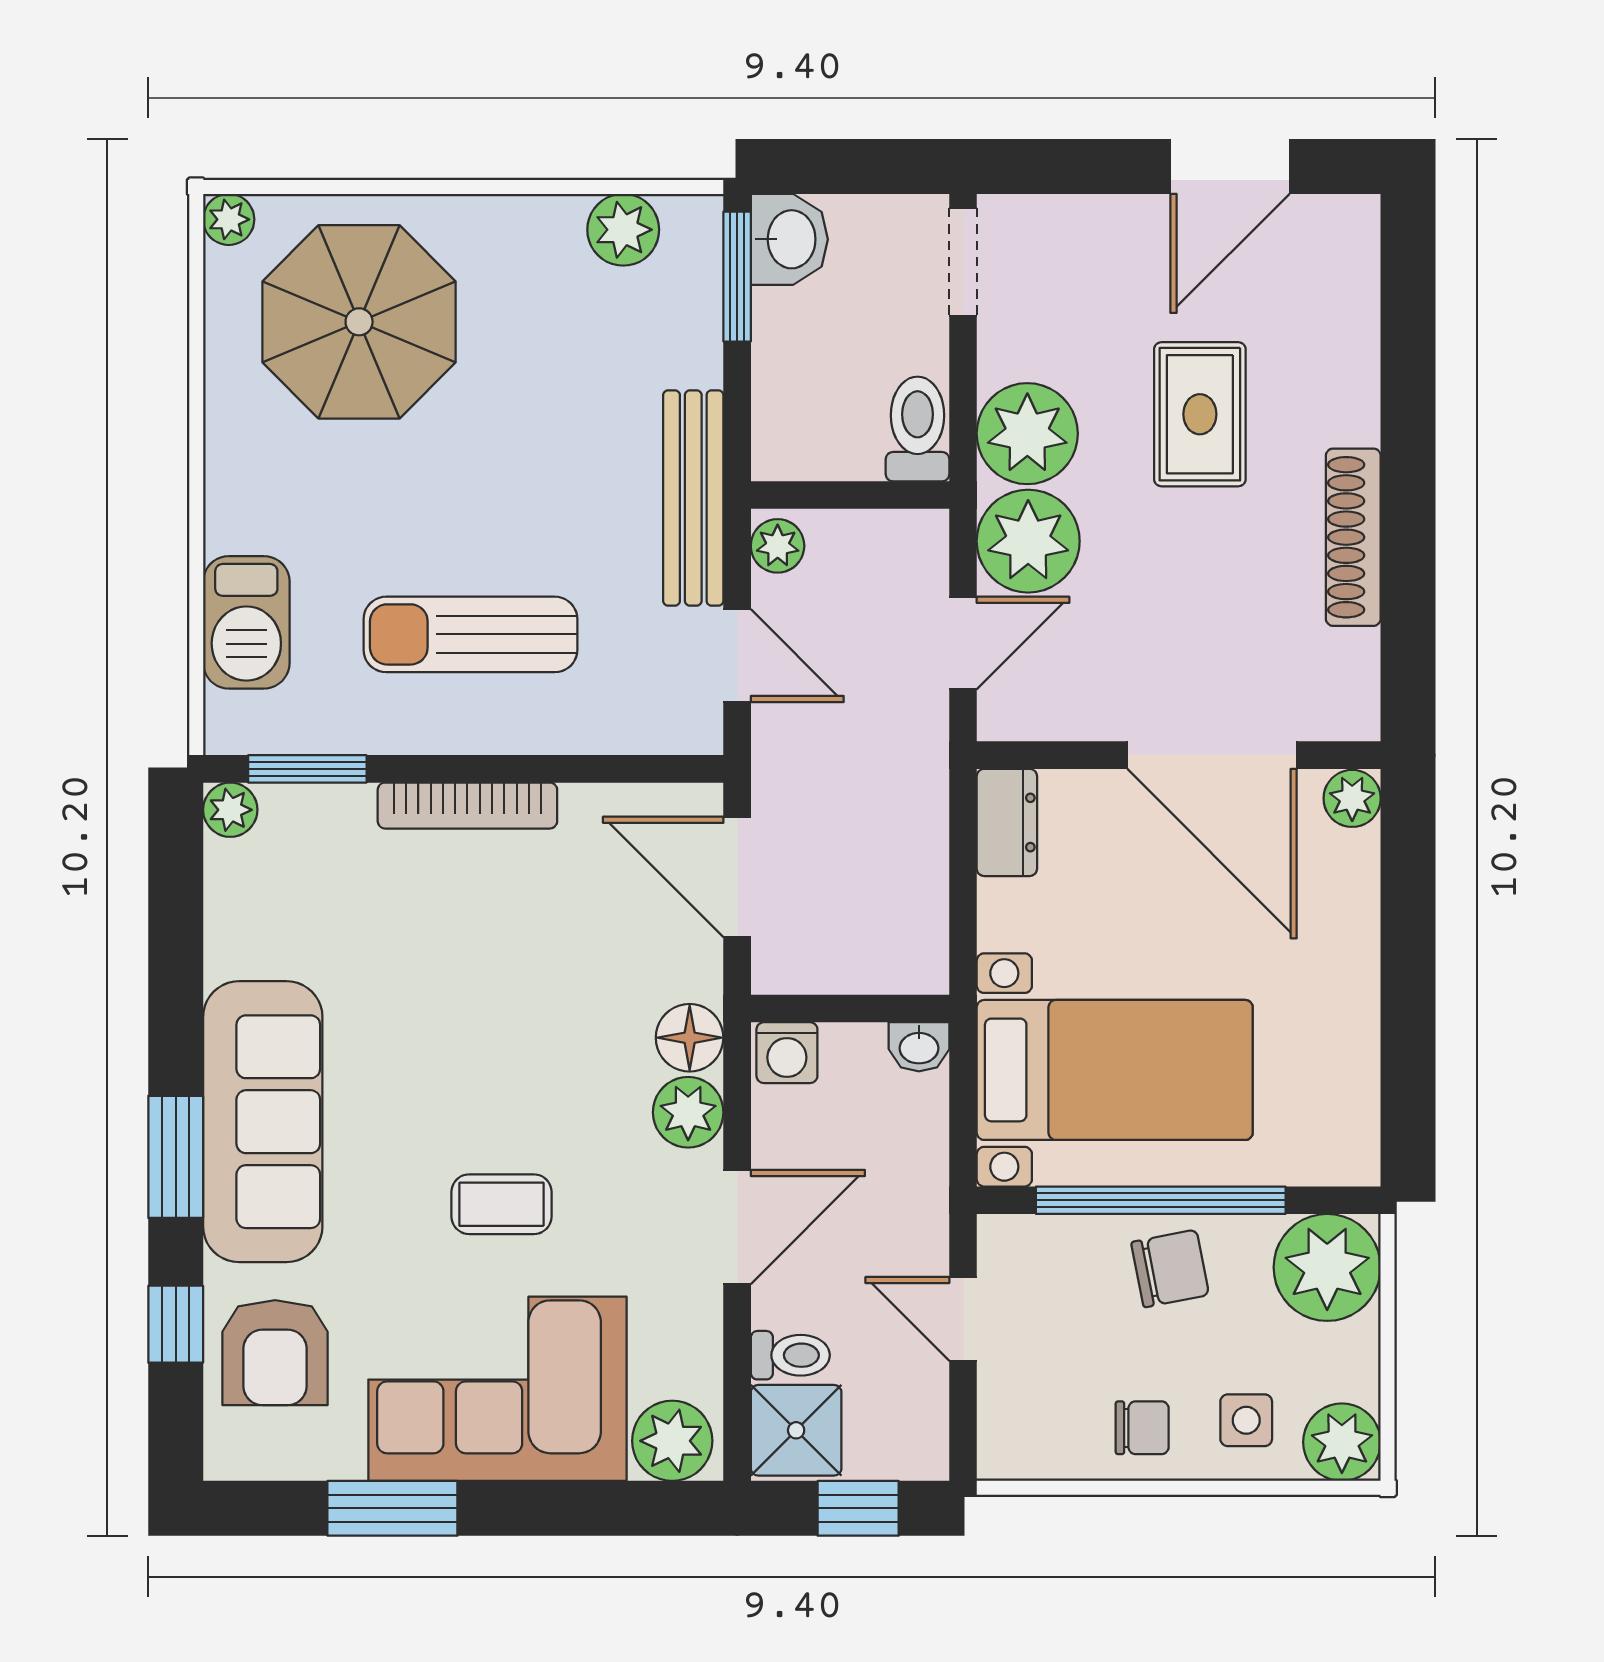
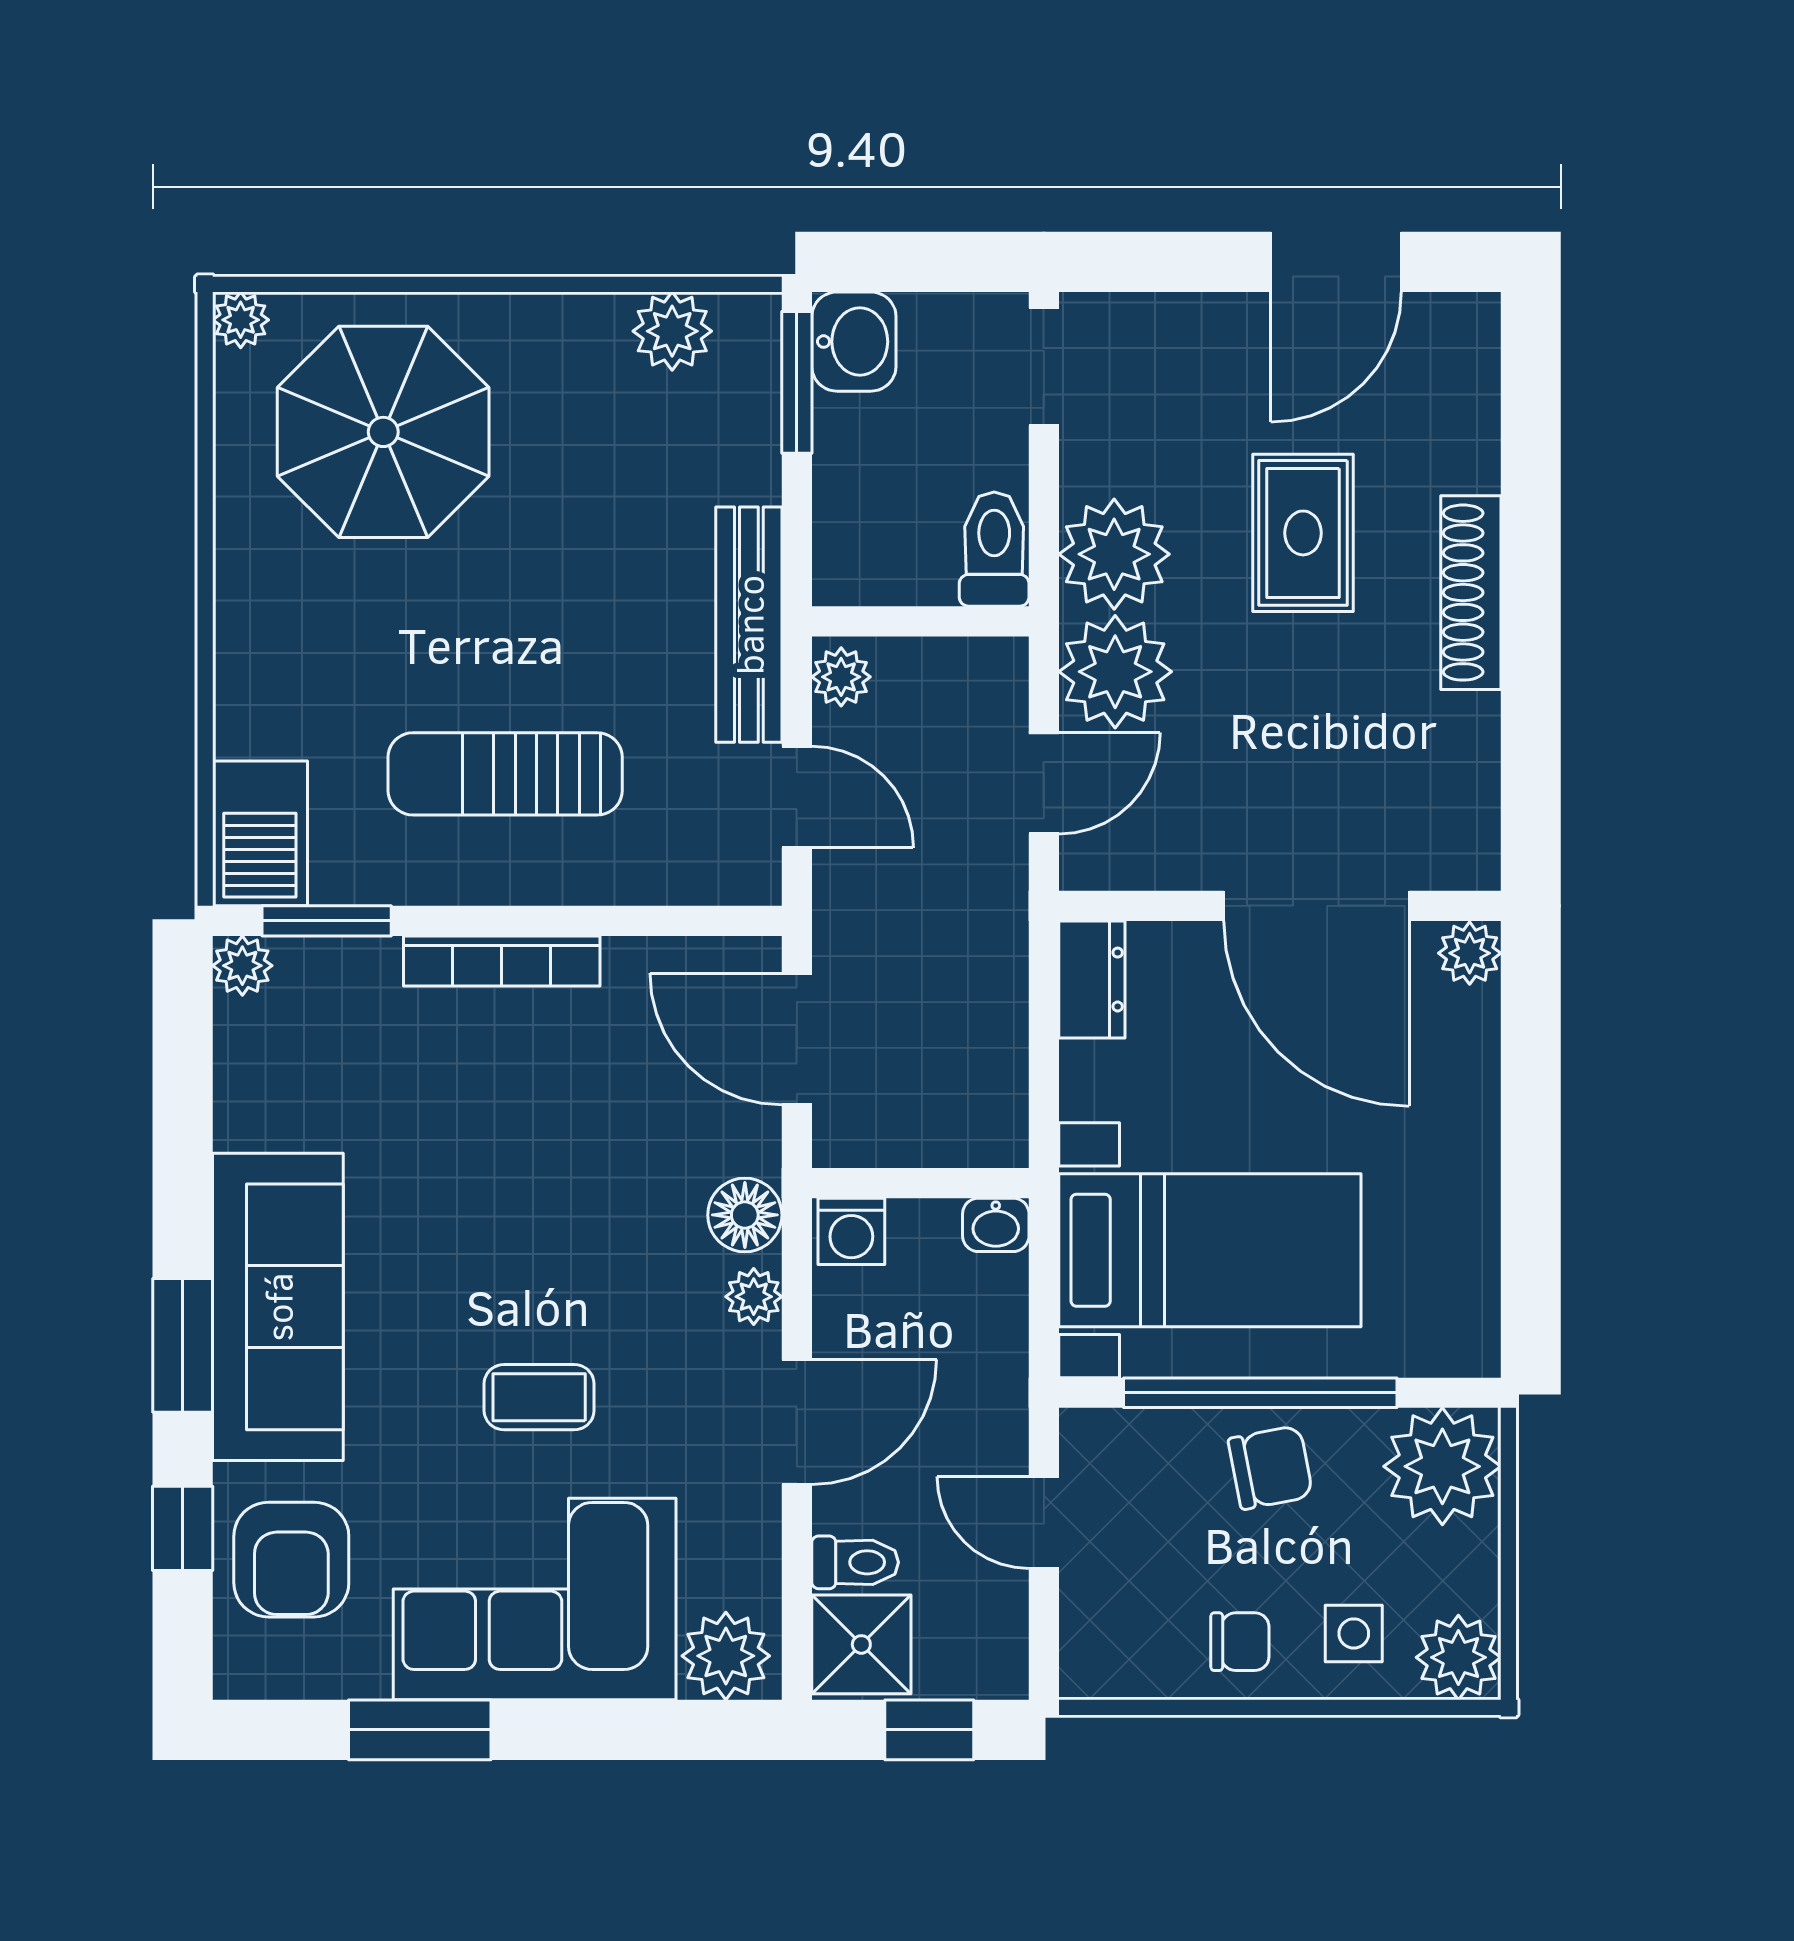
shoe rack: (1353, 537) -> (1471, 593), moved
barbecue: (246, 622) -> (260, 833), moved
plant: (688, 1112) -> (754, 1297), width x0.73, depth x0.73

